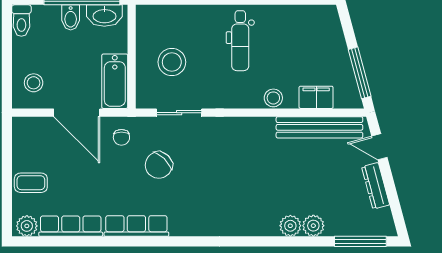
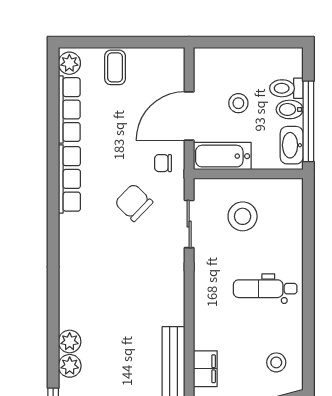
toilet: (21, 21) -> (286, 88), moved
stool: (34, 83) -> (238, 103), moved
stool: (273, 98) -> (276, 362), moved

